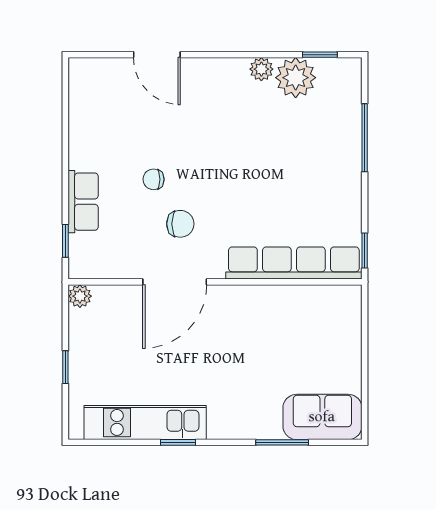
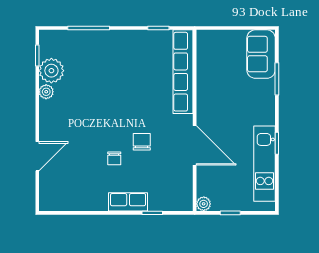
row of seats: (294, 263) -> (183, 72), moved
door: (175, 282) -> (195, 145), moved
wall: (215, 282) -> (195, 120), moved
plant: (80, 296) -> (204, 204), moved

